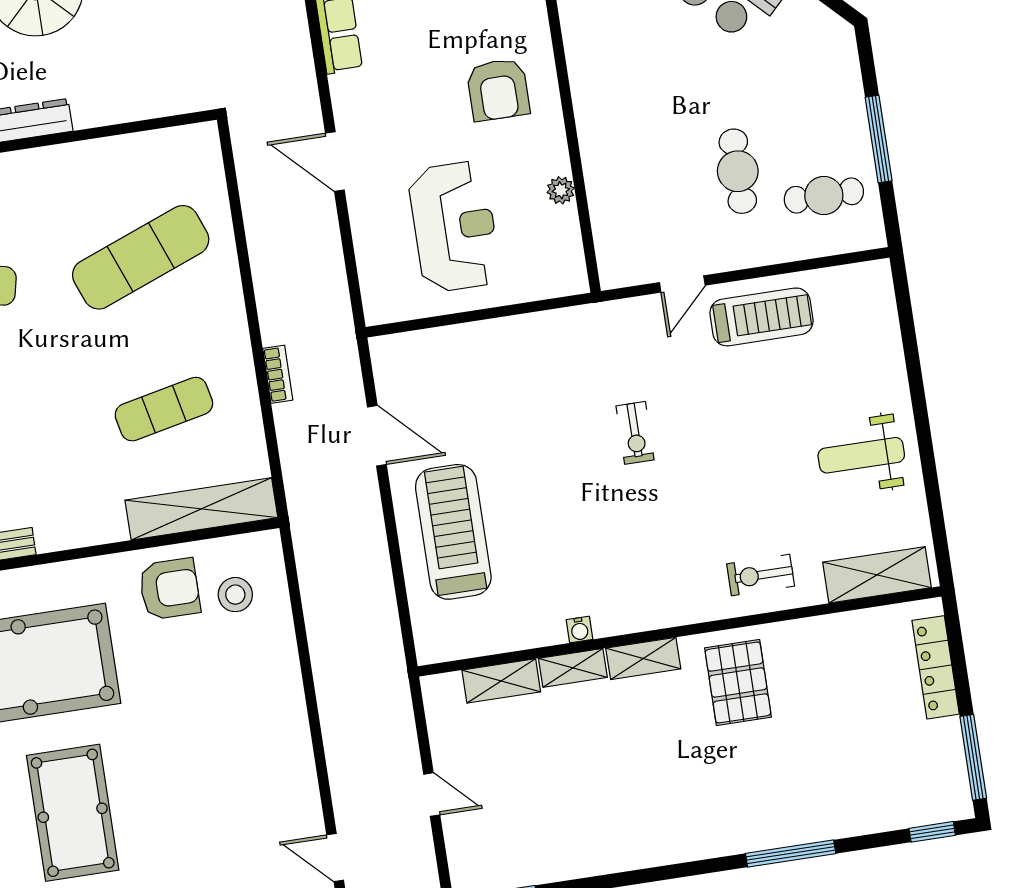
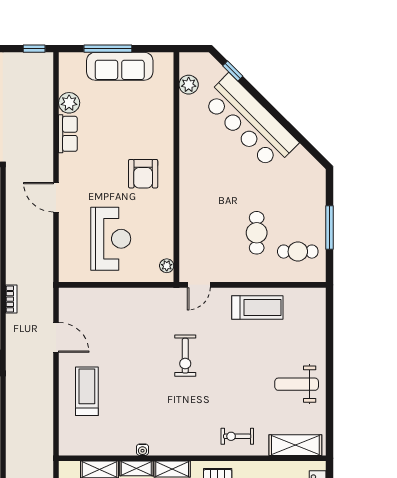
plant: (561, 190) -> (167, 266), moved
door: (682, 284) -> (199, 285), moved
exercise bike: (635, 433) -> (185, 356), width x1.38, depth x1.39
treadmill: (453, 532) -> (87, 391), width x0.73, depth x0.73

